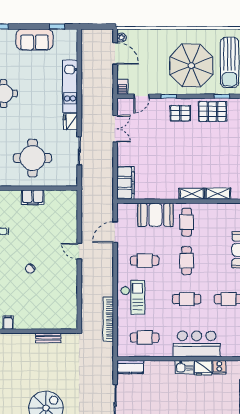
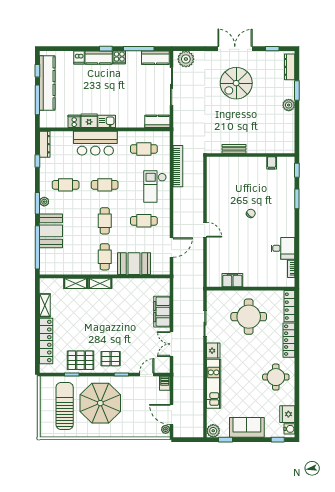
plant: (70, 36) -> (213, 431), added
filing cabinet: (125, 183) -> (162, 312), moved
filing cabinet: (33, 197) -> (232, 280), moved

